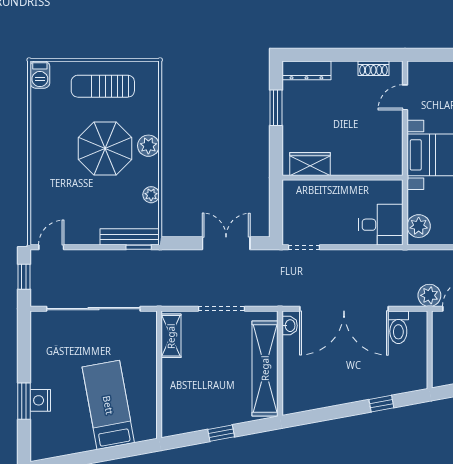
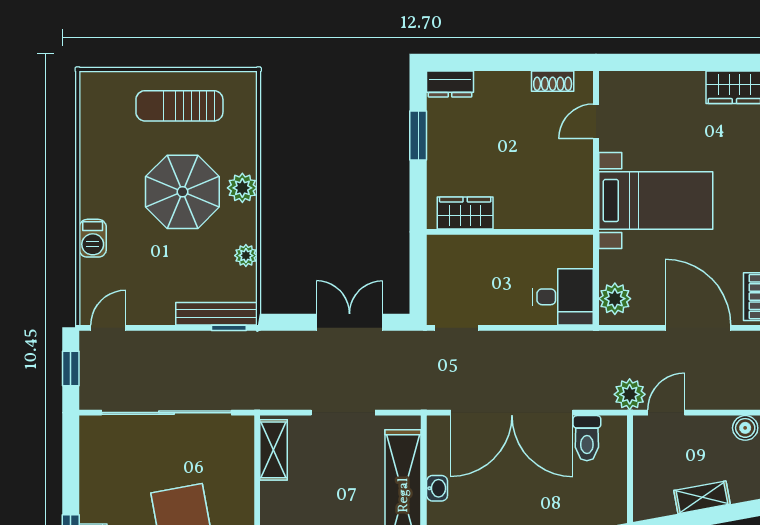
dresser: (306, 70) -> (450, 84), width x0.70
barbecue: (40, 75) -> (93, 238), moved
washbasin: (290, 326) -> (437, 488), moved

